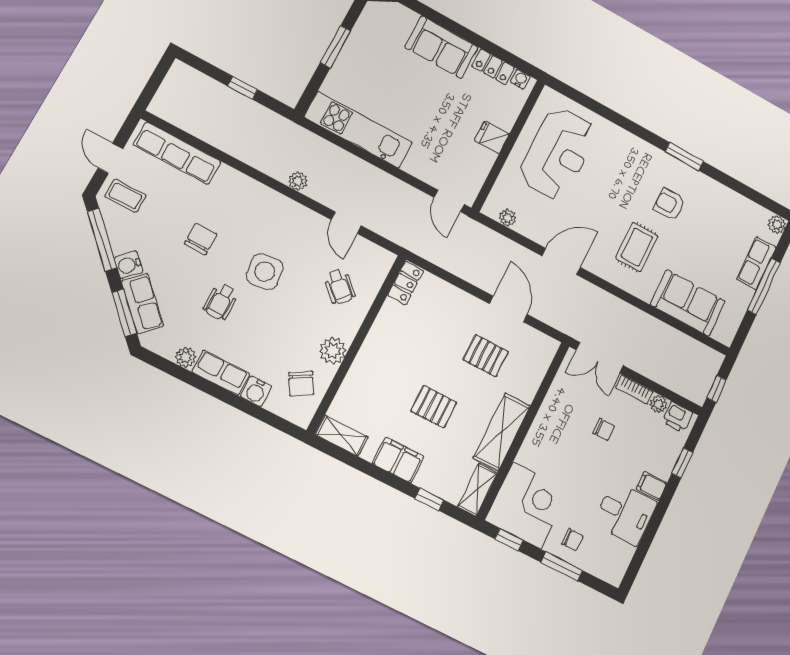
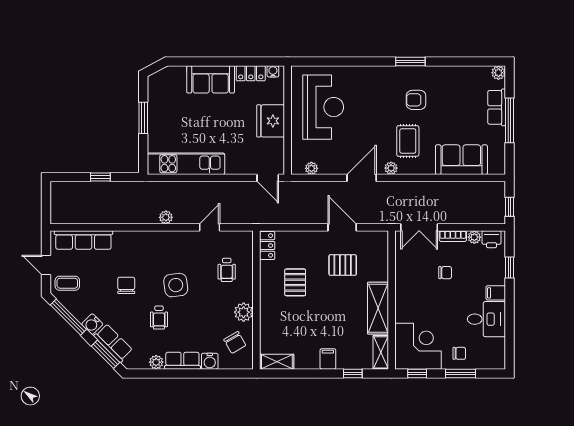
fridge: (492, 137) -> (271, 121), width x1.88, depth x1.34
door: (346, 223) -> (210, 227), swing flipped
plant: (602, 269) -> (391, 168), added
wheelchair: (340, 287) -> (227, 270), turned 47
pallet: (434, 407) -> (295, 282), moved, turned 90
filing cabinet: (398, 460) -> (328, 359), width x0.50

